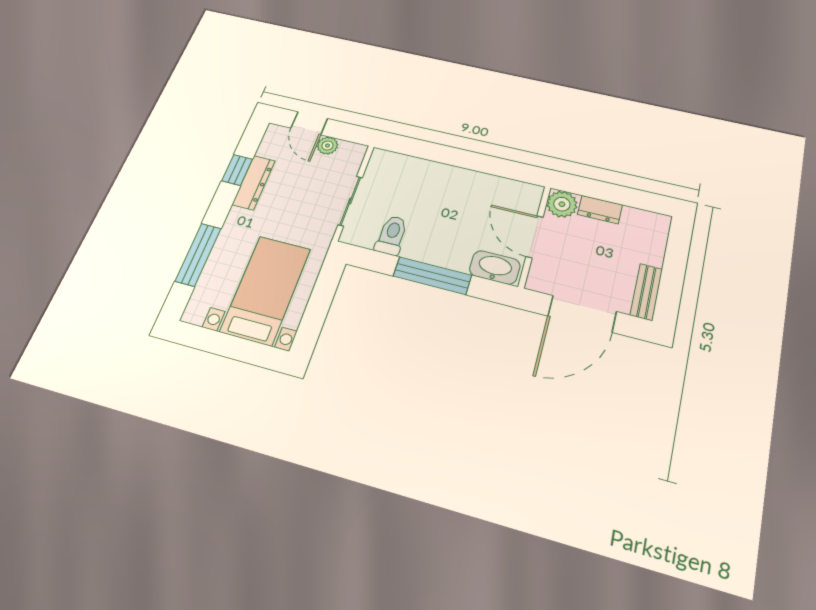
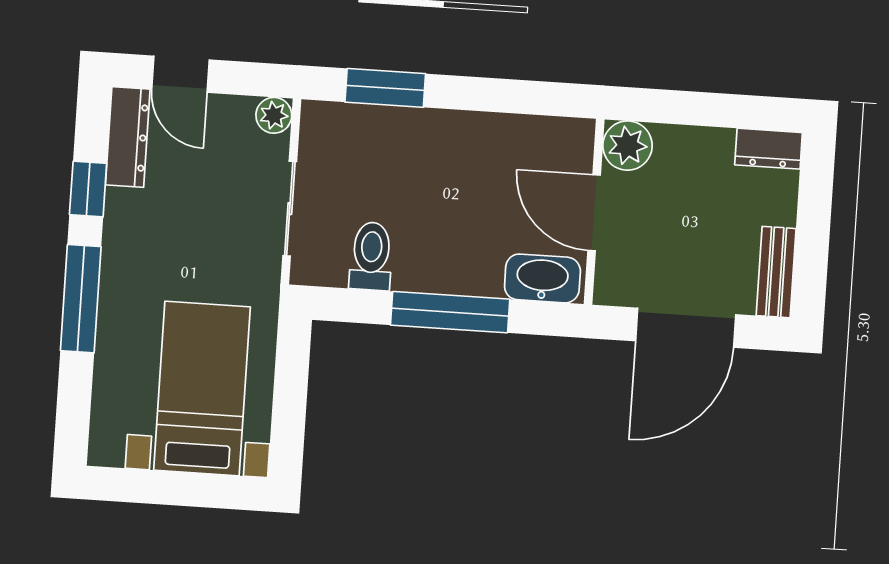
plant: (327, 146) -> (274, 115), moved
window: (424, 150) -> (385, 88), added
dresser: (254, 183) -> (128, 137), moved
dresser: (600, 210) -> (769, 149), moved
window: (198, 255) -> (81, 299), moved

